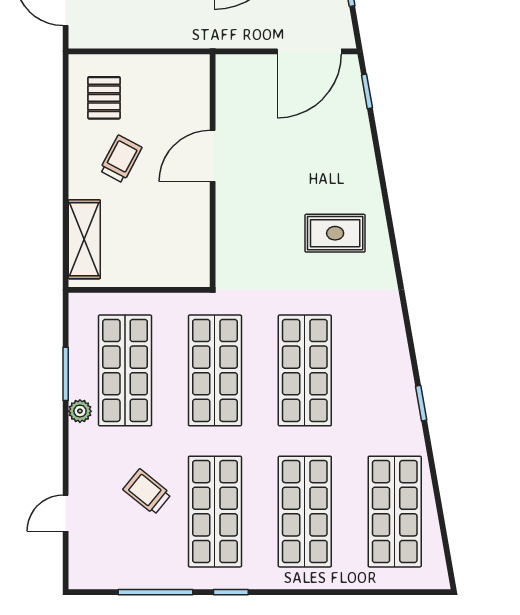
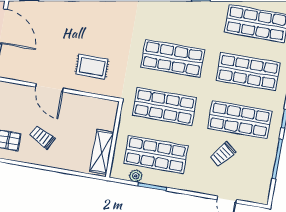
rug: (335, 233) -> (92, 67), moved, turned 90
shelving: (84, 239) -> (102, 152), moved, turned 90
plant: (80, 411) -> (136, 176), moved

